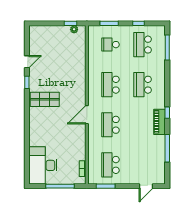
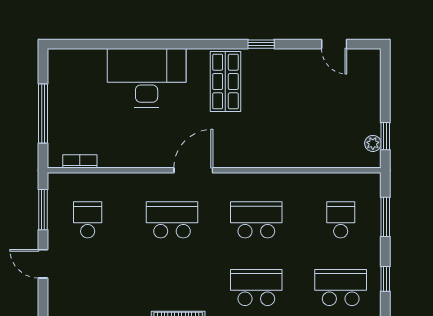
door: (27, 62) -> (334, 44), moved
door: (87, 115) -> (193, 170), hinge flipped
desk: (43, 165) -> (147, 78), moved
school desk: (110, 165) -> (88, 220), width x0.54
door: (146, 186) -> (43, 264), moved

